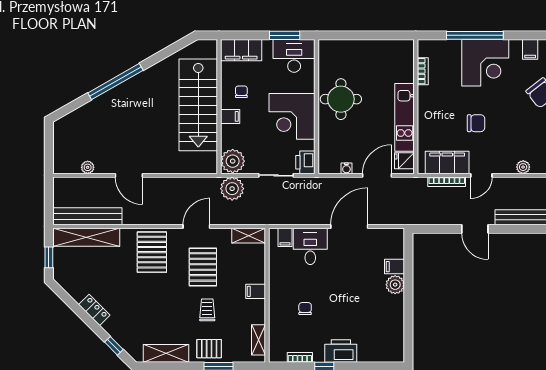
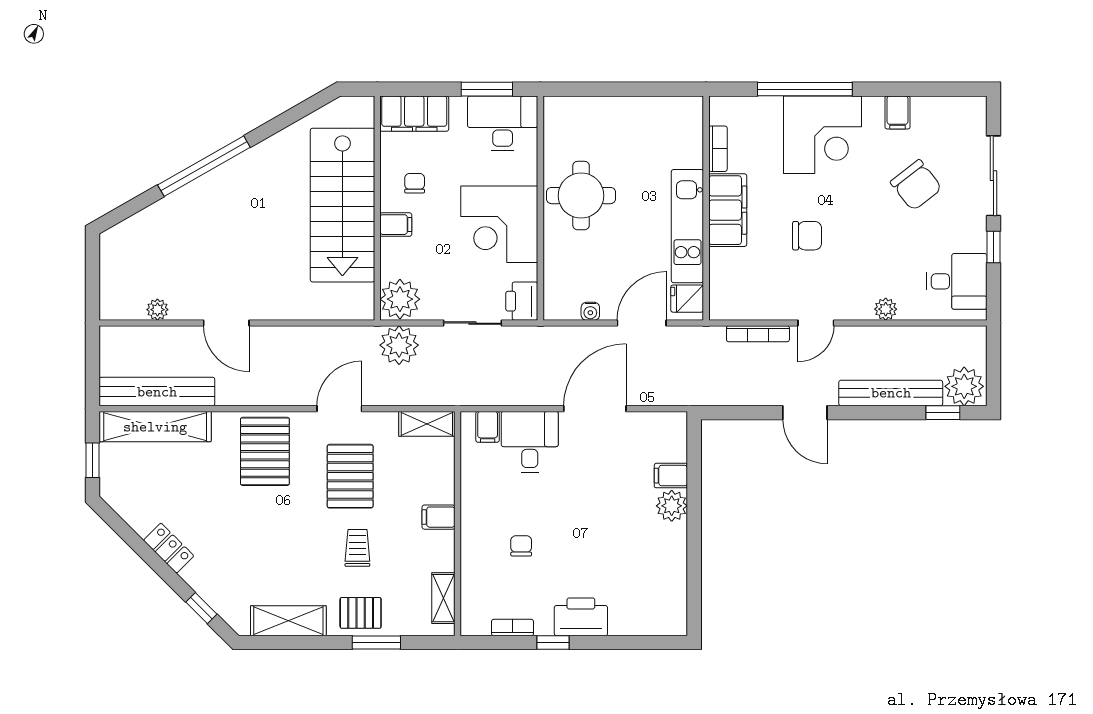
filing cabinet: (447, 162) -> (728, 210), moved, turned 90

